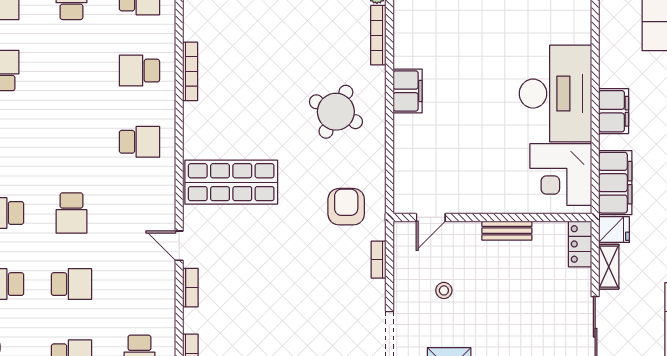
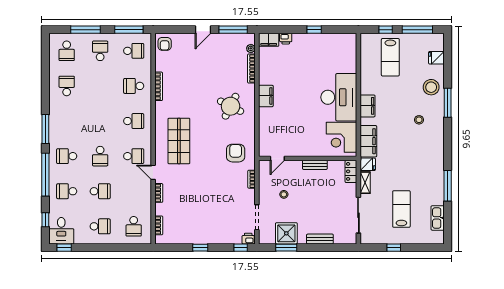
shop shelf: (231, 182) -> (179, 141), turned 90
school desk: (139, 213) -> (134, 156), added

